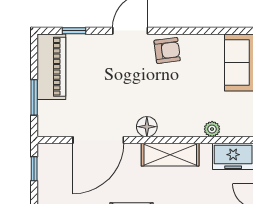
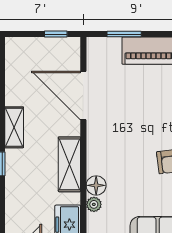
floor lamp: (147, 127) -> (96, 185), moved

